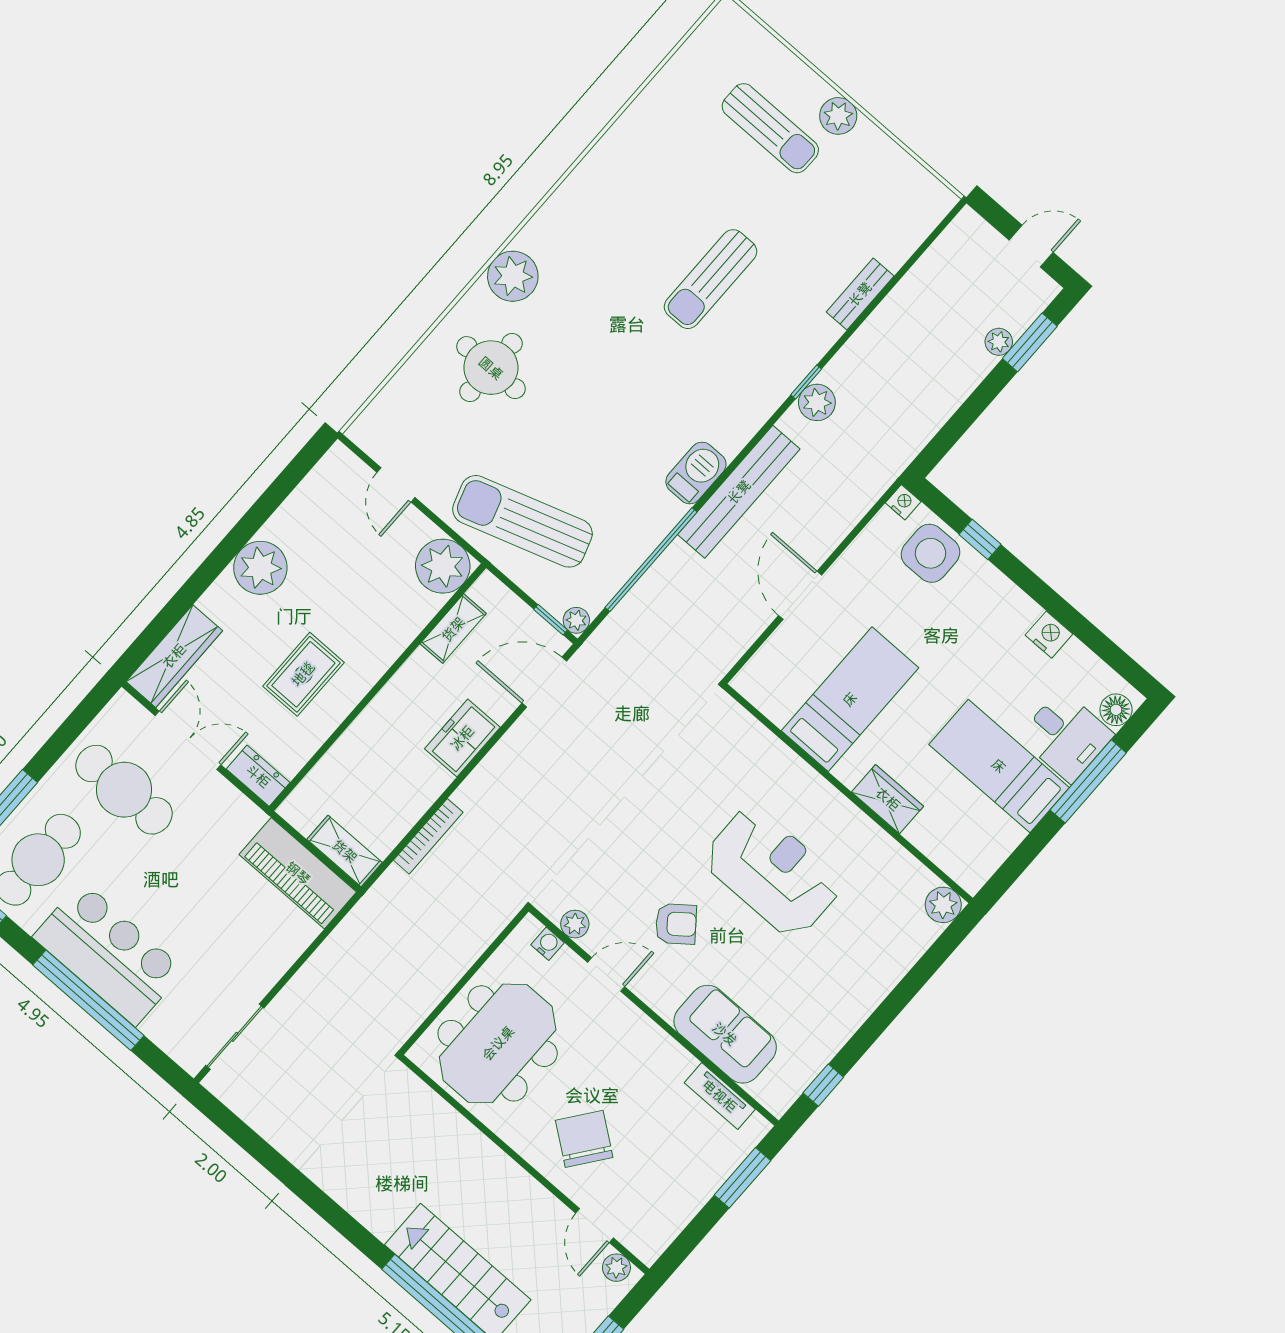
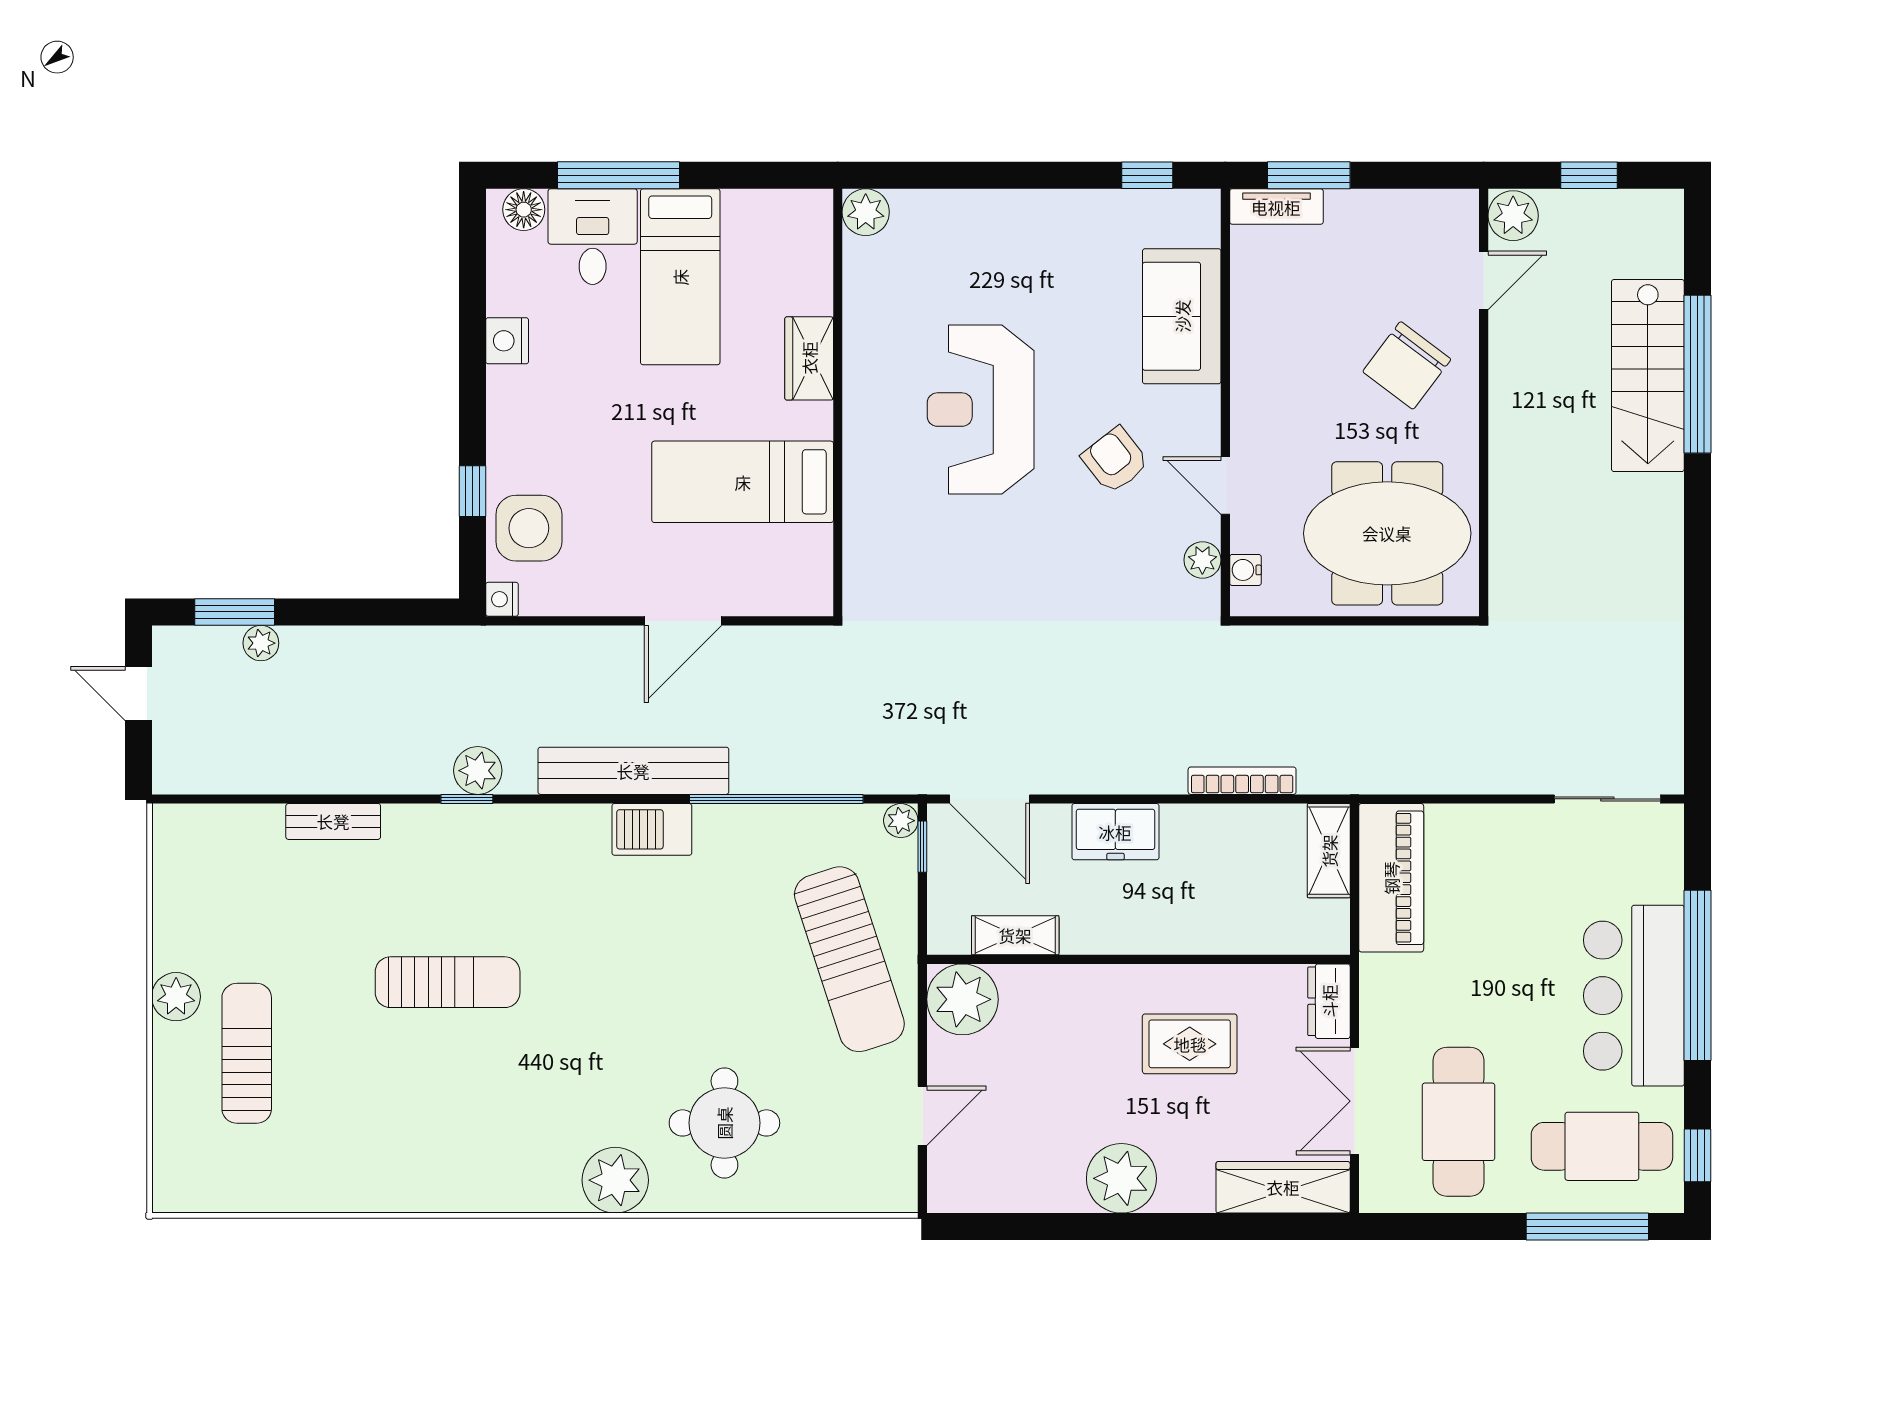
tv unit: (720, 1096) -> (1276, 207), moved, turned 90
plant: (616, 1268) -> (1513, 216), width x1.38, depth x1.38

